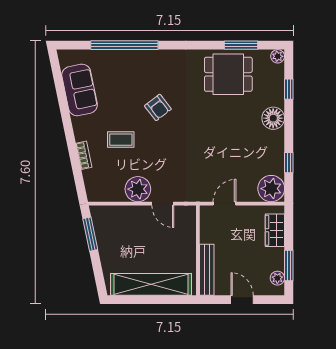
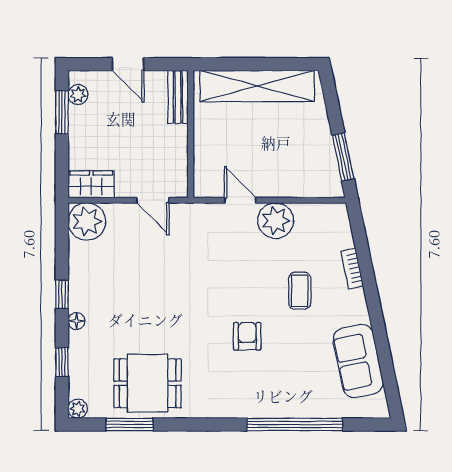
armchair: (158, 107) -> (247, 336), turned 38
floor lamp: (273, 118) -> (76, 321), width x0.53, depth x0.53
coffee table: (121, 140) -> (300, 291), turned 90
window: (289, 163) -> (62, 294), moved
door: (225, 204) -> (153, 200), hinge flipped
wardrobe: (275, 230) -> (91, 184), moved, turned -90
bench: (207, 270) -> (178, 97), width x0.73

